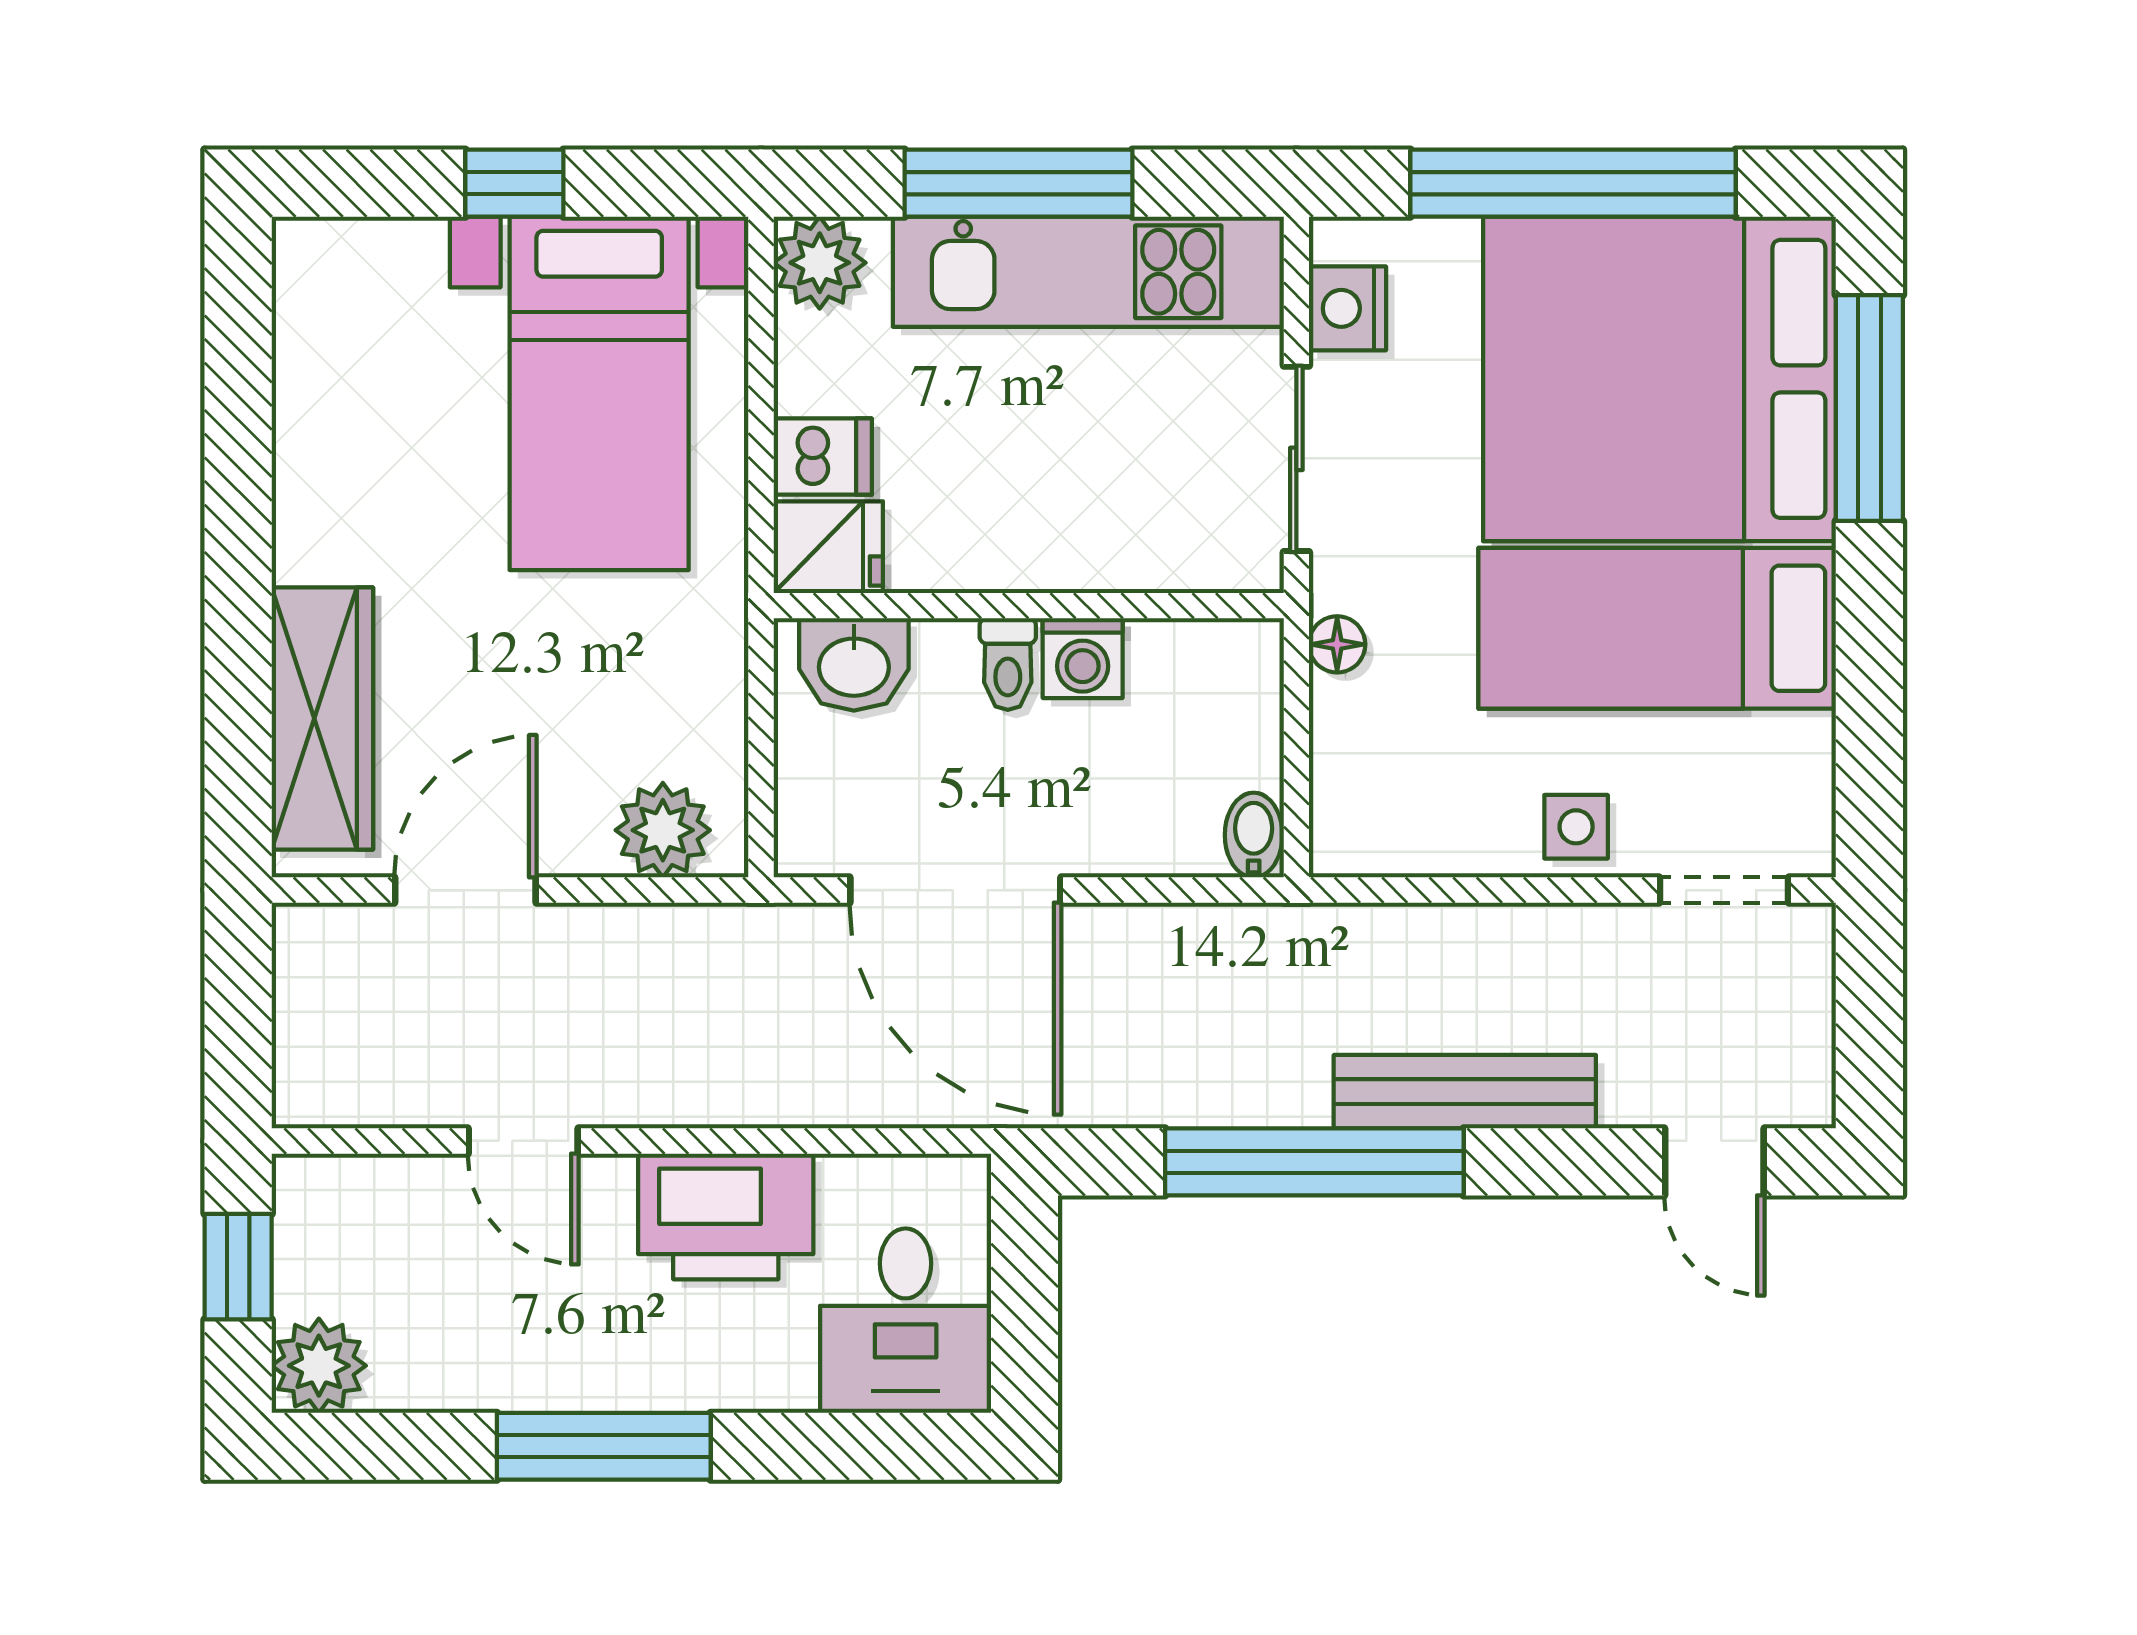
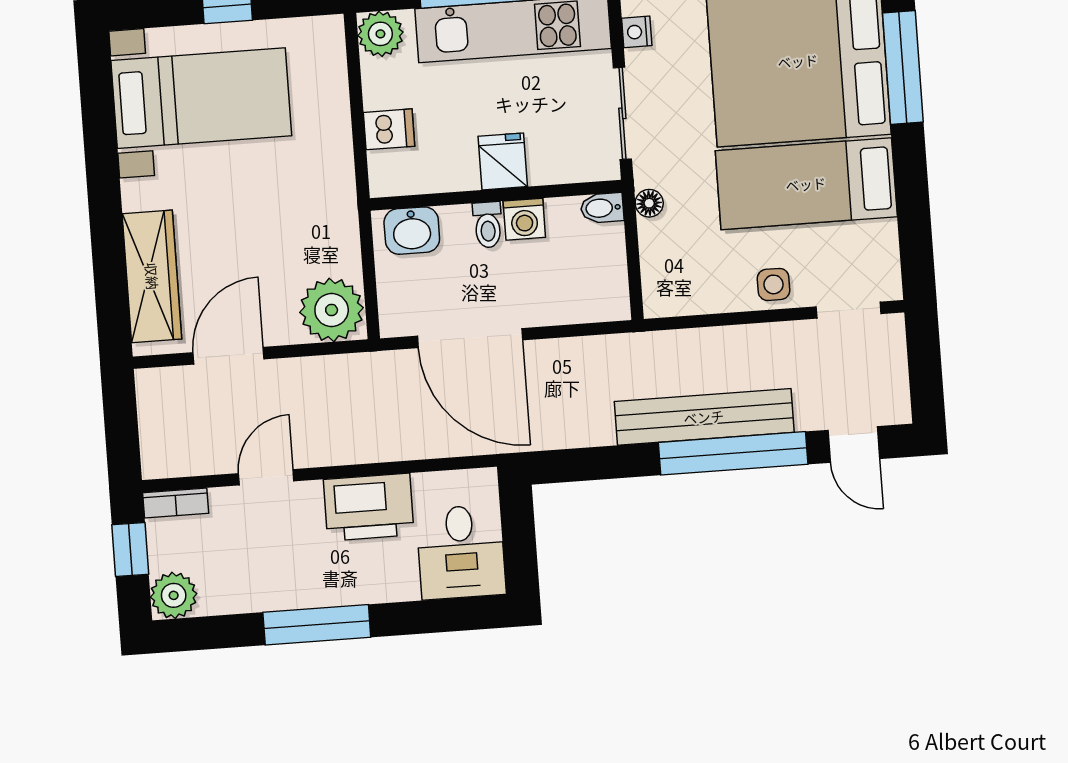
nightstand: (1347, 308) -> (637, 32), width x0.72, depth x0.74
bed with nightstands: (599, 393) -> (201, 98), moved, turned -90
fridge: (828, 547) -> (503, 161), moved, turned -90
plant: (663, 830) -> (332, 310), width x1.36, depth x1.36
bidet: (1254, 835) -> (602, 208), moved, turned -90
bench: (1465, 1092) -> (704, 417), width x1.37, depth x1.21
door: (523, 1141) -> (266, 477), swing flipped
window: (1314, 1162) -> (733, 453), moved
bookcase: (337, 1179) -> (176, 503), added

